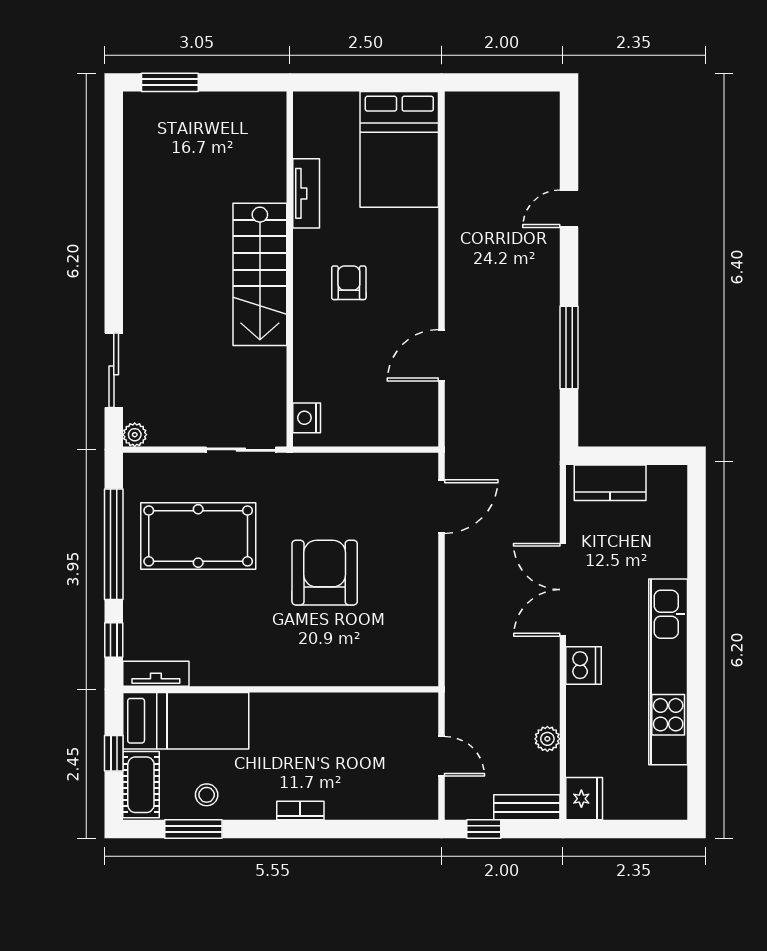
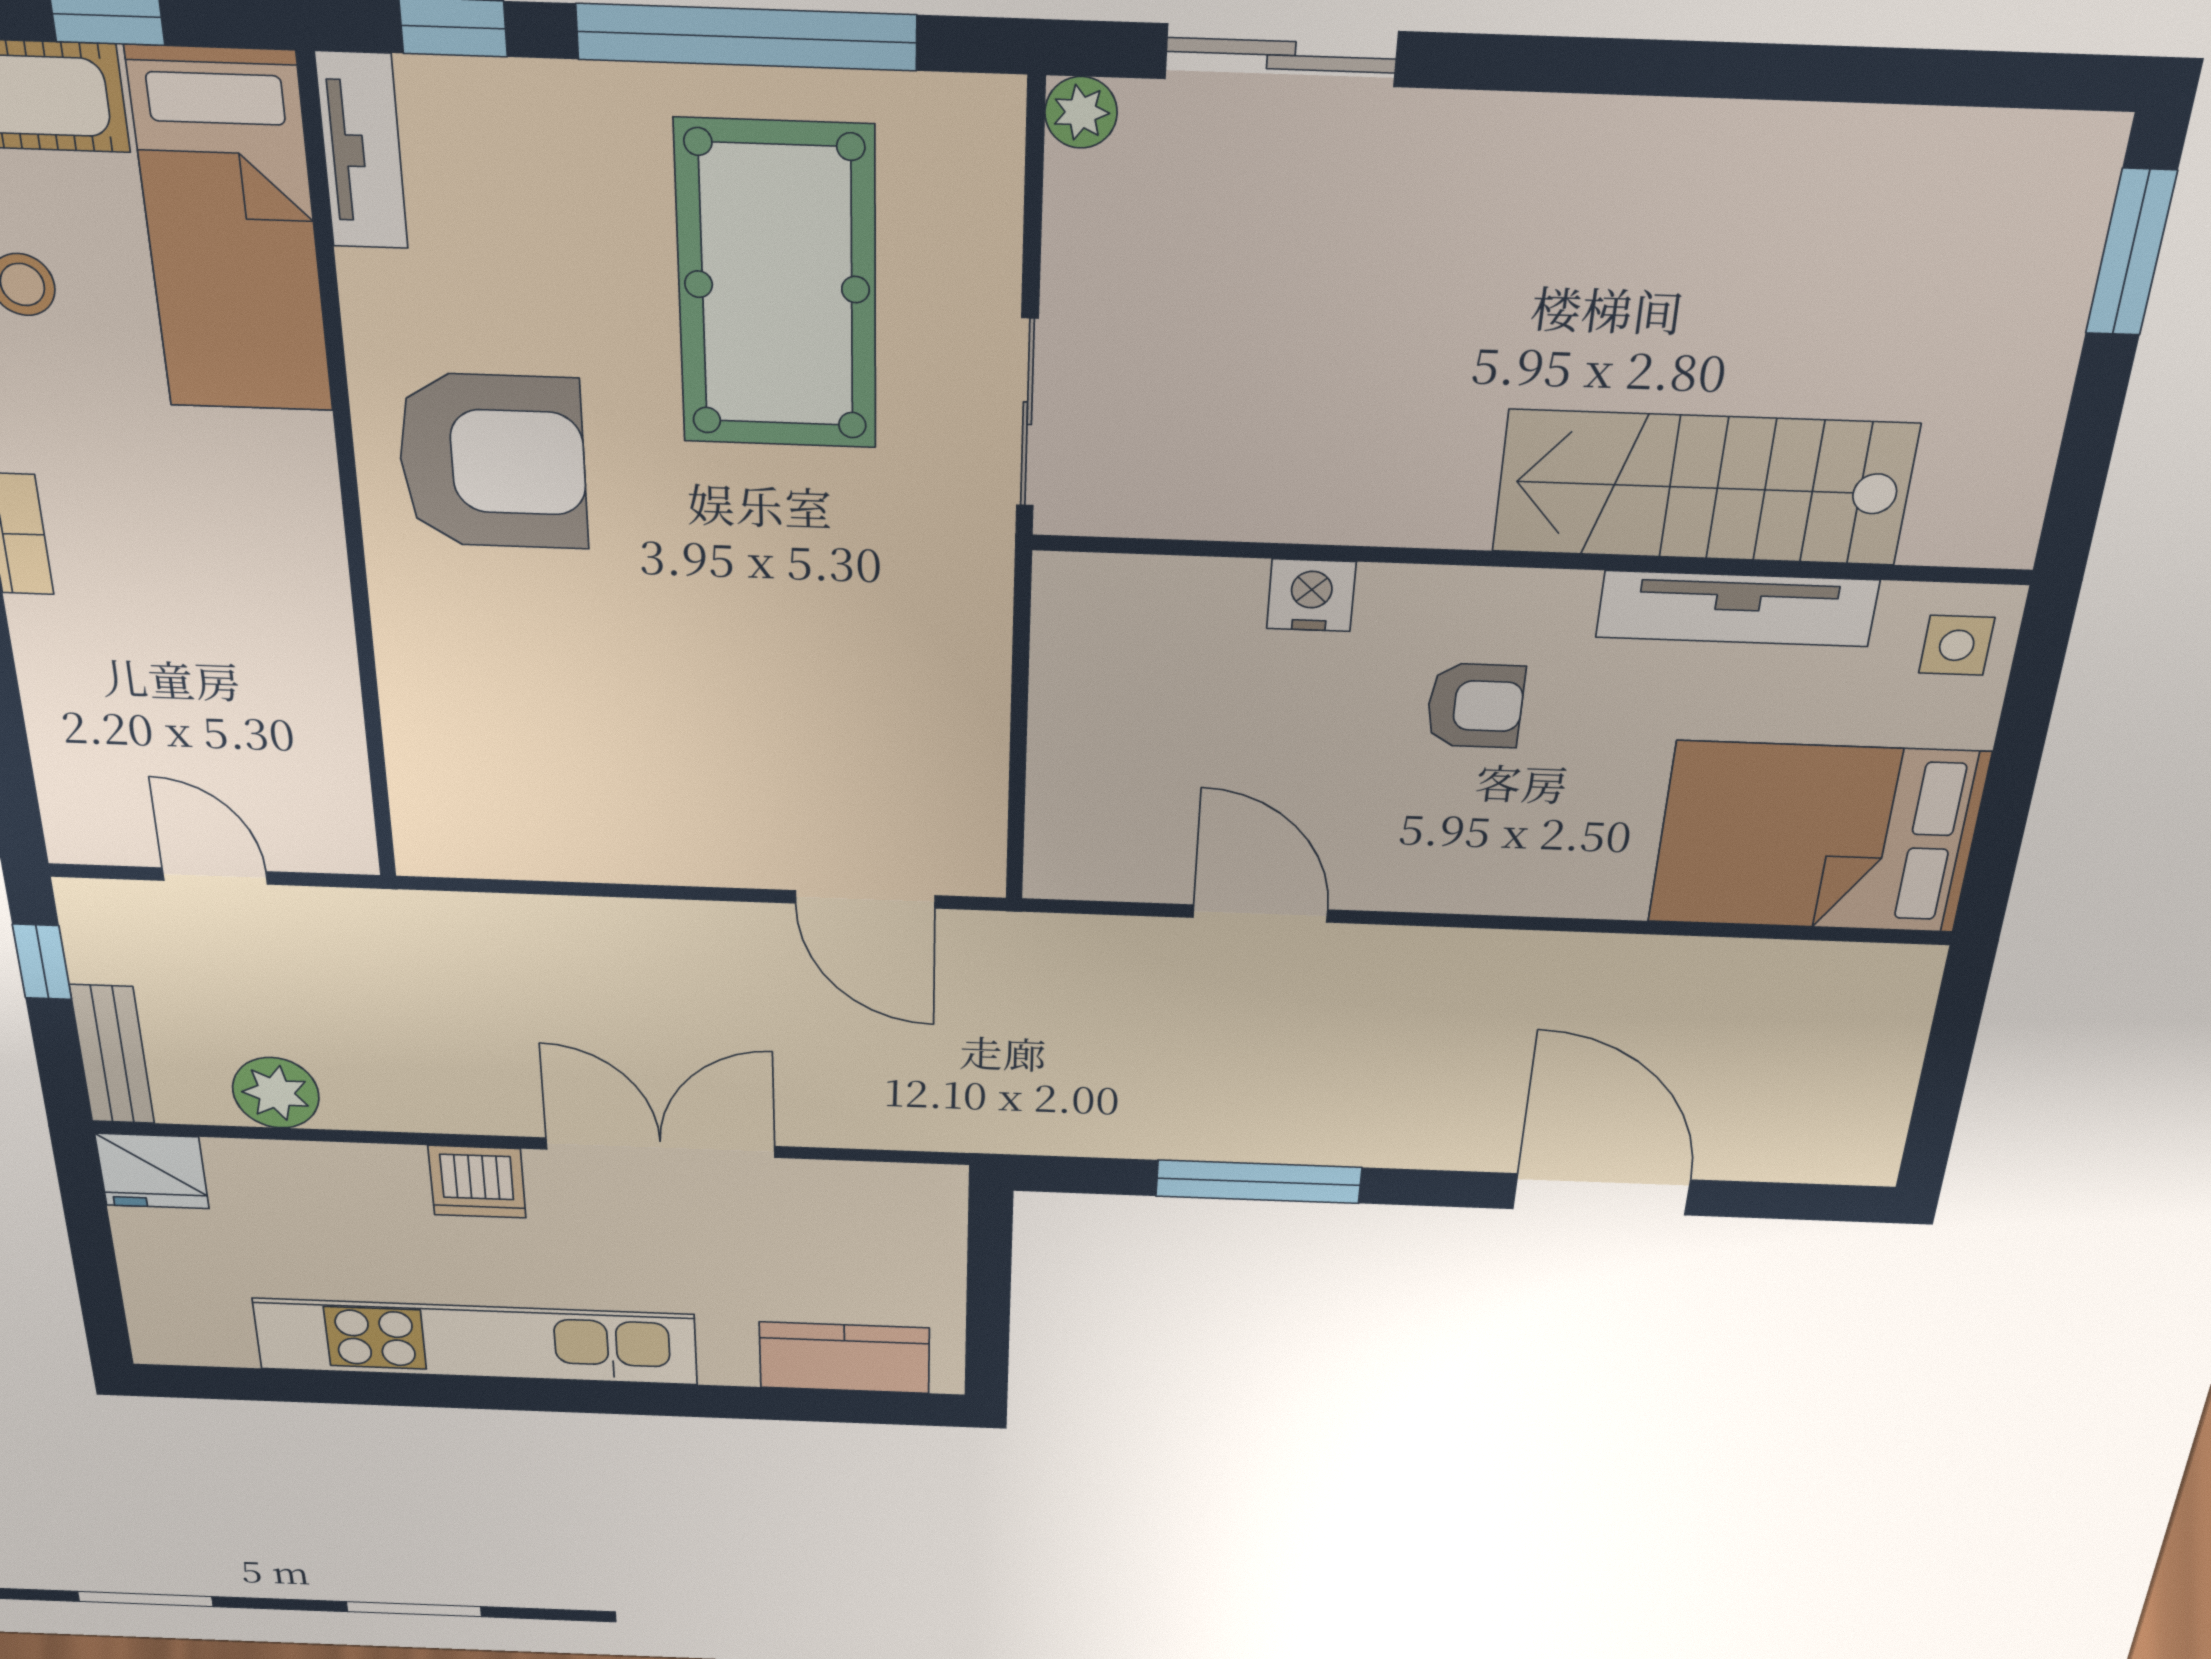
side table: (318, 113) -> (1957, 645), added
tv unit: (306, 193) -> (1737, 609), width x1.41
door: (569, 209) -> (1601, 1194), width x1.87
stairs: (260, 274) -> (1704, 488), moved
nightstand: (307, 418) -> (1311, 595), moved
kitchen counter: (610, 483) -> (844, 1358), moved, turned 90
armchair: (325, 573) -> (492, 462), moved
plant: (547, 739) -> (276, 1093), width x1.38, depth x1.38
door: (442, 756) -> (215, 876), swing flipped

